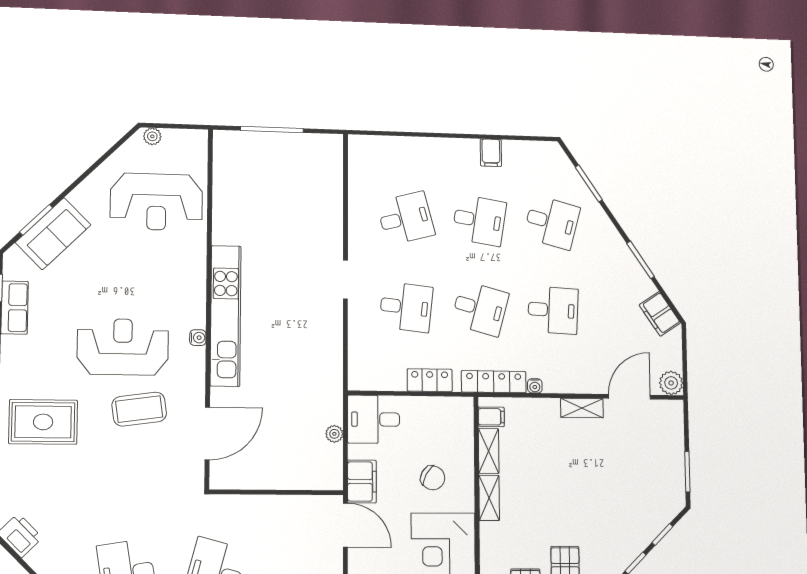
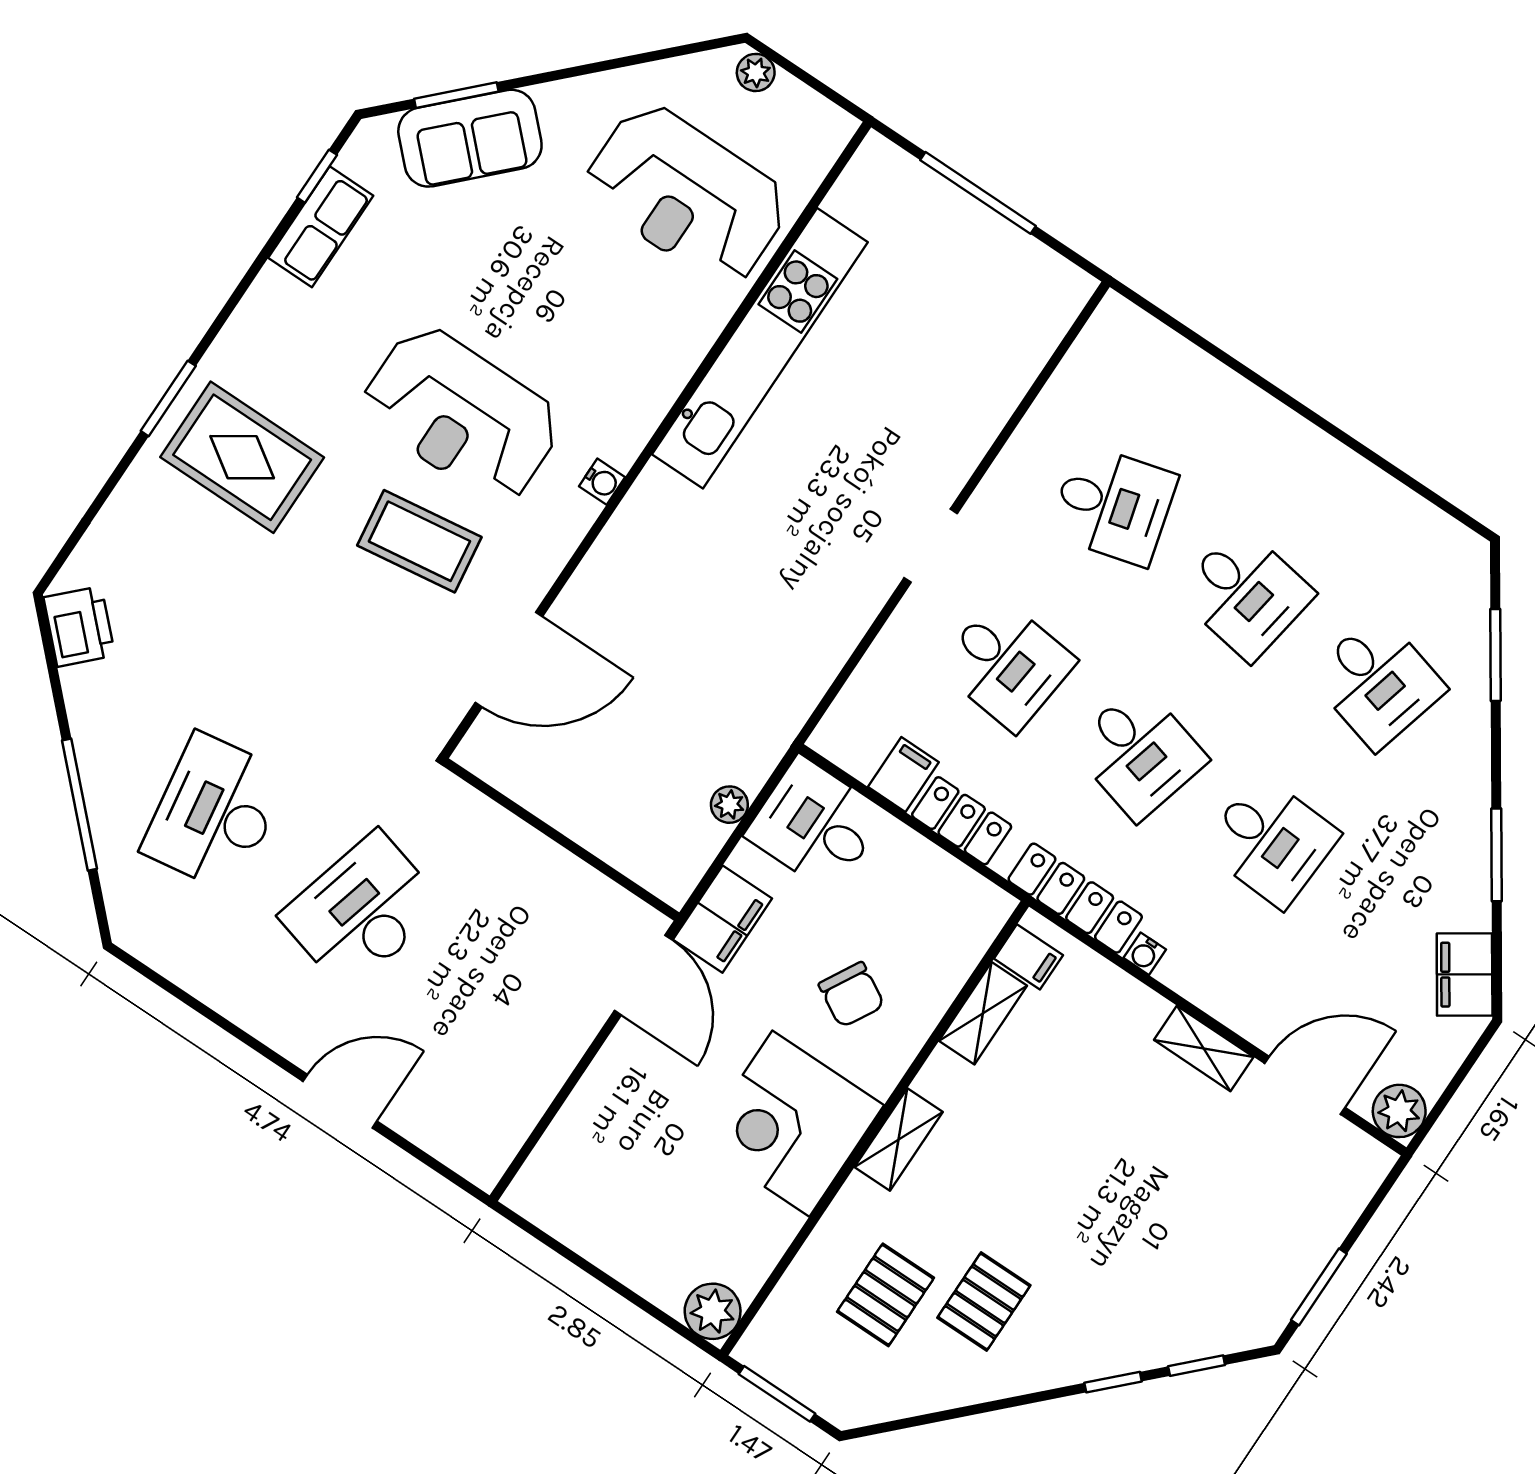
filing cabinet: (491, 153) -> (903, 775), moved, turned 180
kitchen unit: (226, 316) -> (760, 348), moved
reception desk: (123, 347) -> (461, 414), turned 180
shelving: (489, 498) -> (899, 1139), moved

